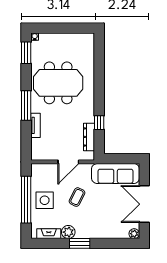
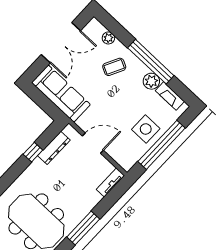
tv unit: (36, 125) -> (111, 182), moved
coffee table: (77, 197) -> (114, 67), moved
plant: (134, 234) -> (108, 38), moved
window: (80, 243) -> (151, 62), width x2.11

